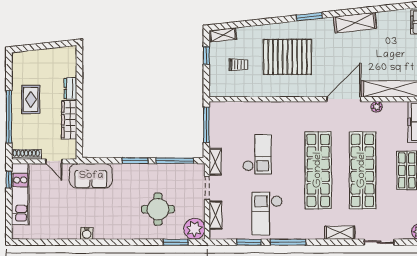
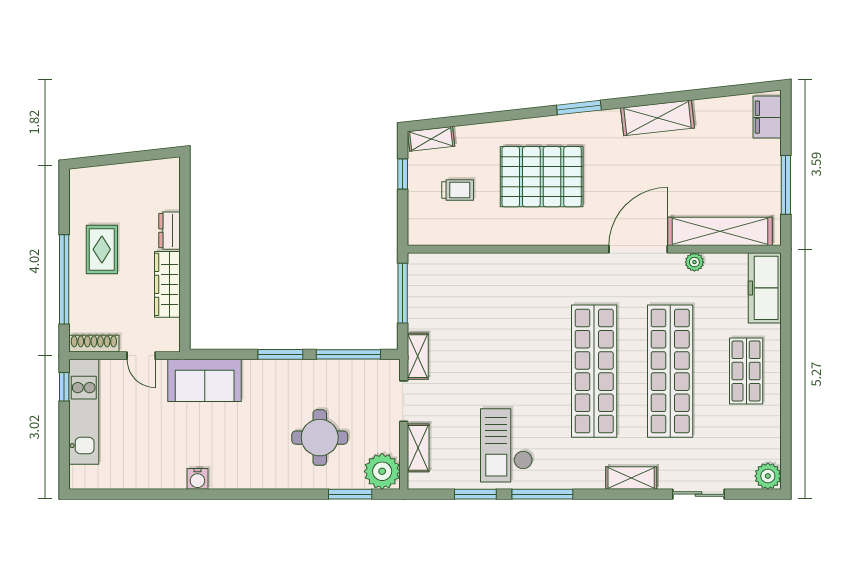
checkout: (257, 154) -> (490, 343), removed

